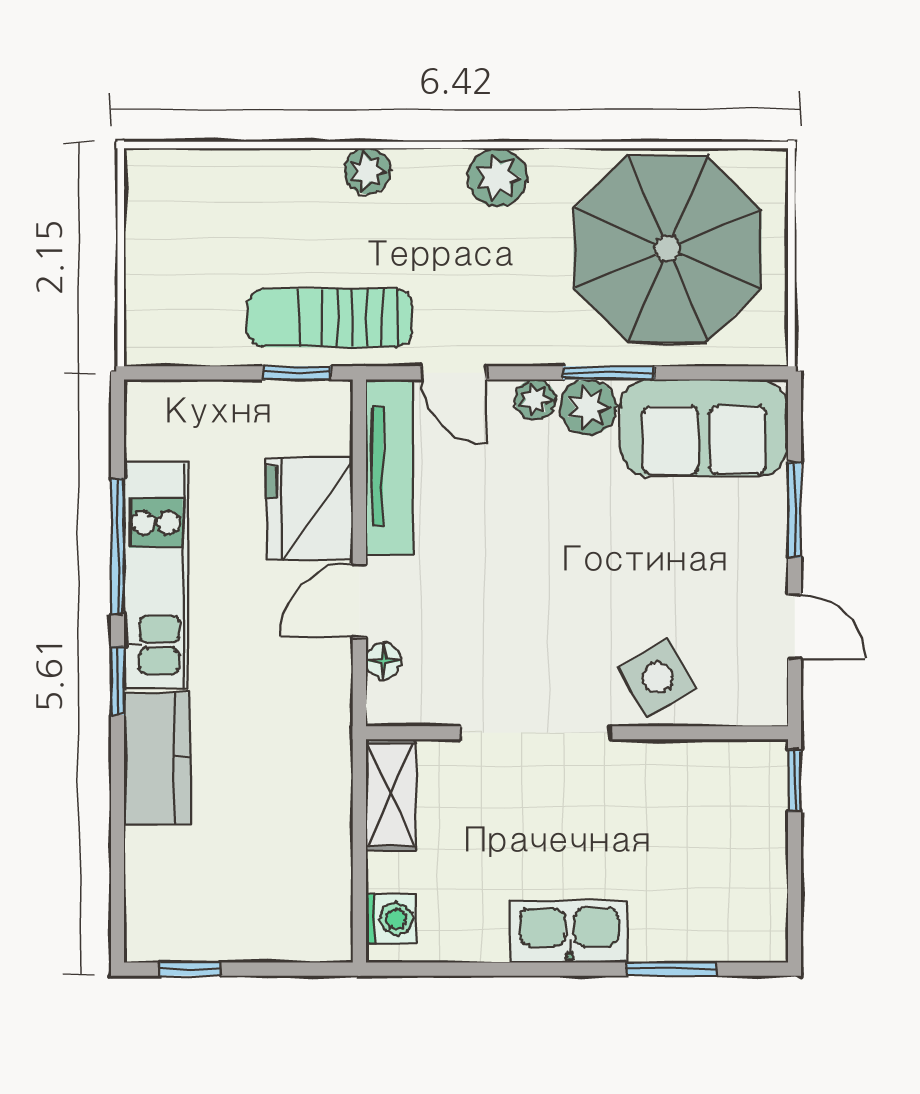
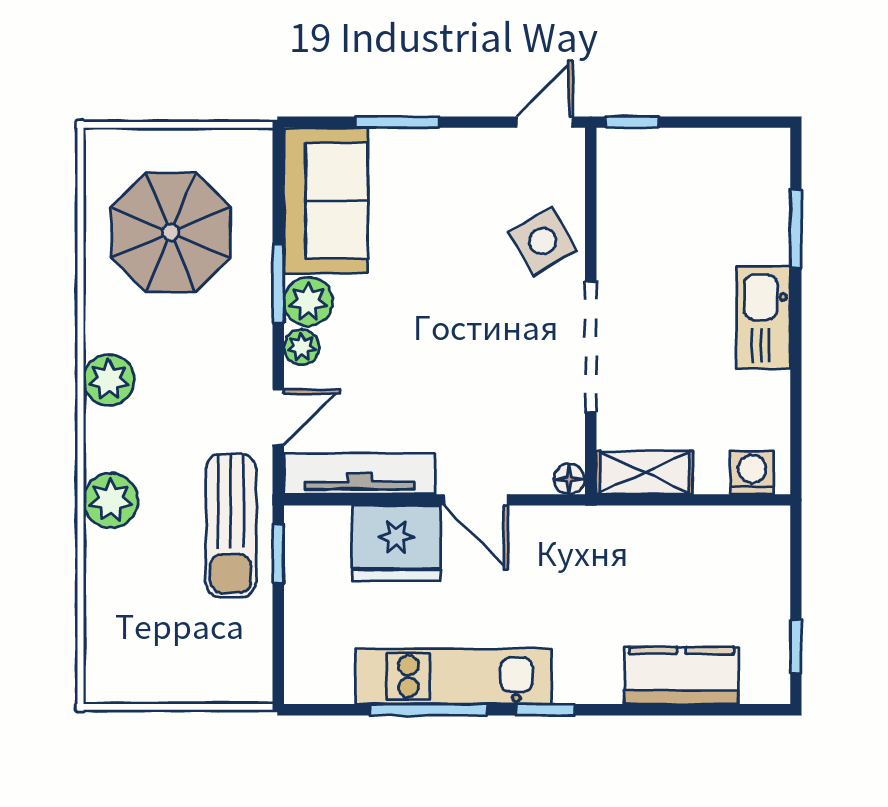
plant: (367, 171) -> (111, 500), width x1.38, depth x1.38
parasol: (668, 249) -> (171, 232), width x0.73, depth x0.73
door: (795, 627) -> (545, 122), moved
floor lamp: (383, 661) -> (569, 479), moved
kitchen counter: (157, 758) -> (681, 676), moved

